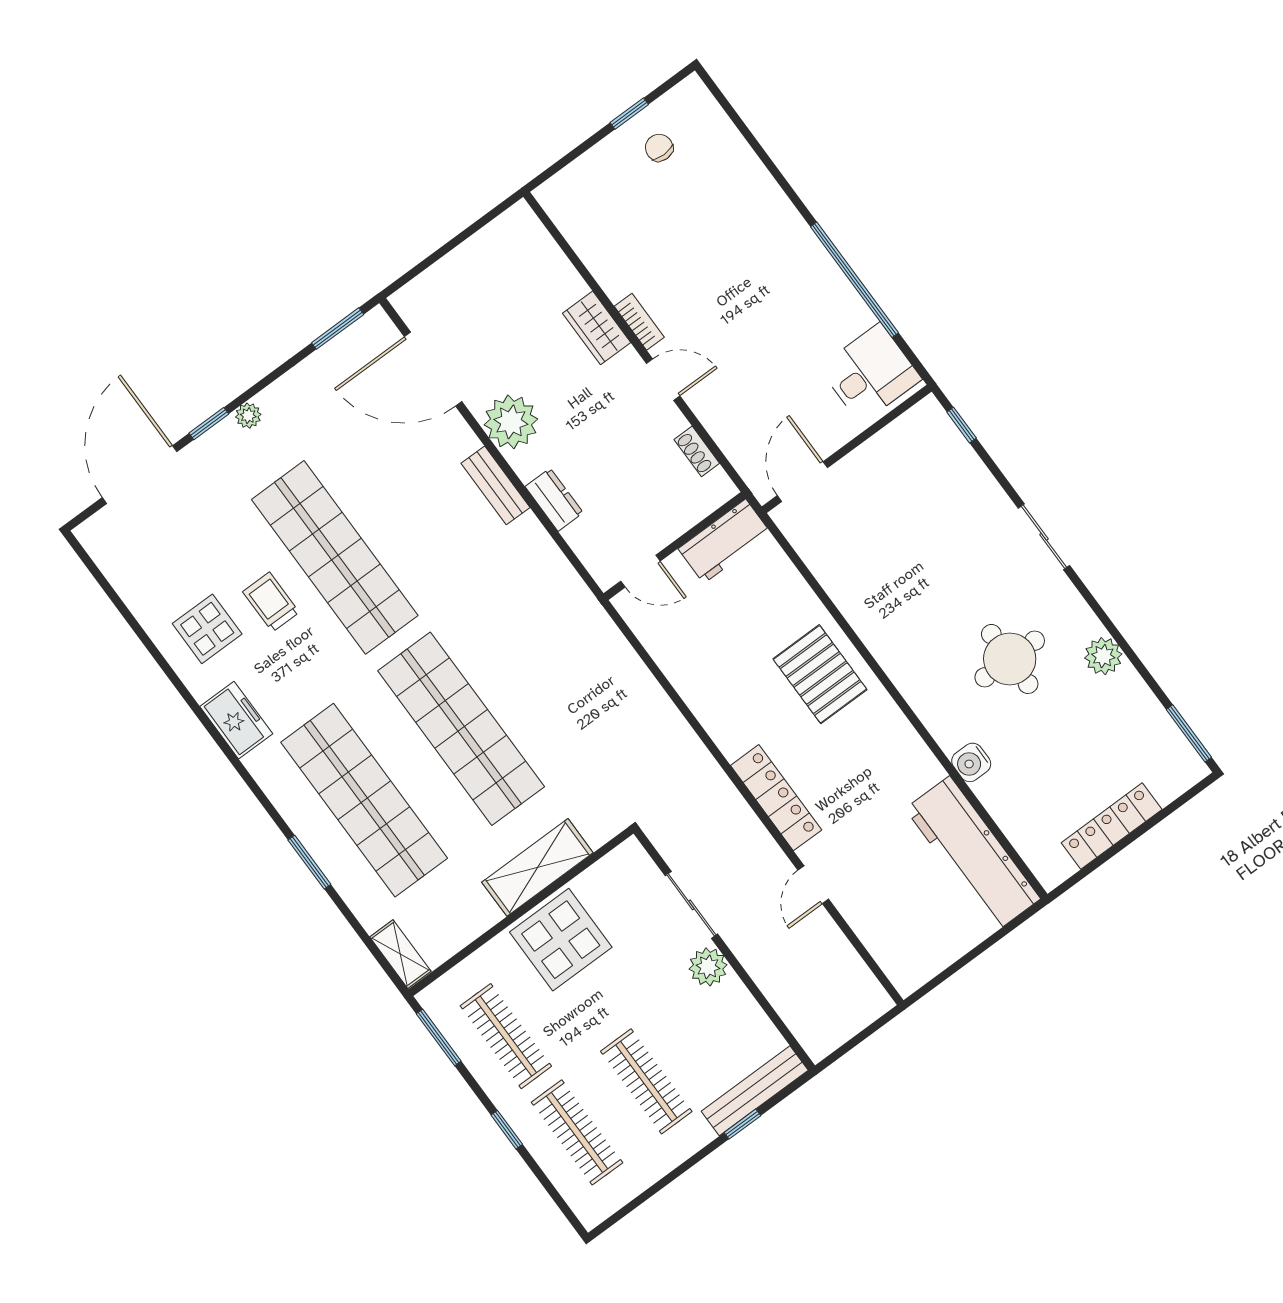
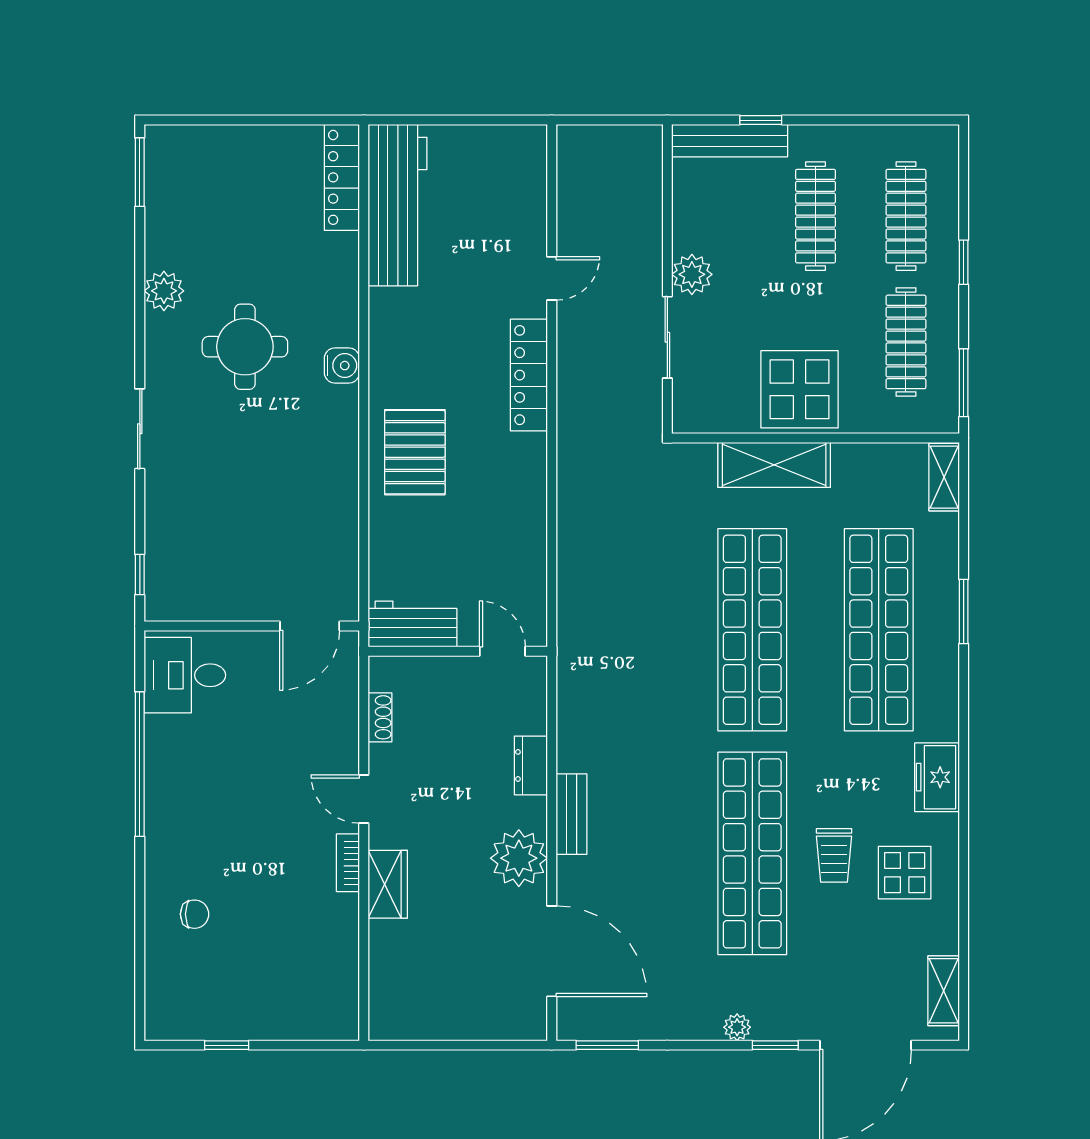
chair: (659, 148) -> (195, 914), moved, turned -90
shelving: (111, 560) -> (944, 991), added
water cooler: (971, 762) -> (342, 366), moved
locker: (1112, 826) -> (342, 177), moved, turned 90

